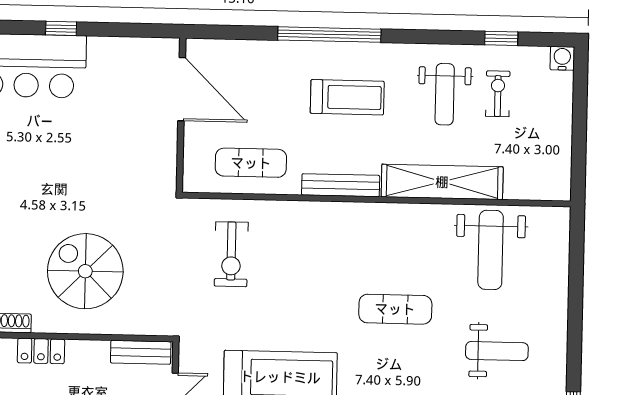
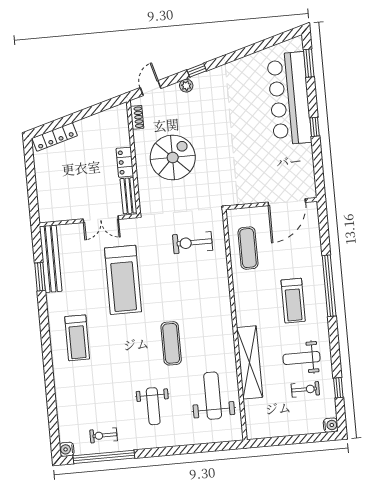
bench: (341, 185) -> (241, 303), removed
weight bench: (491, 250) -> (213, 396), turned 90
locker: (41, 351) -> (125, 162), moved

